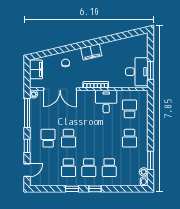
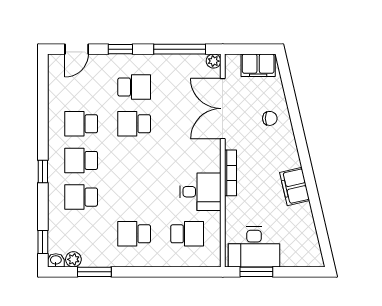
filing cabinet: (91, 52) -> (295, 186), moved
door: (27, 170) -> (77, 49), hinge flipped
window: (72, 189) -> (43, 242), moved

